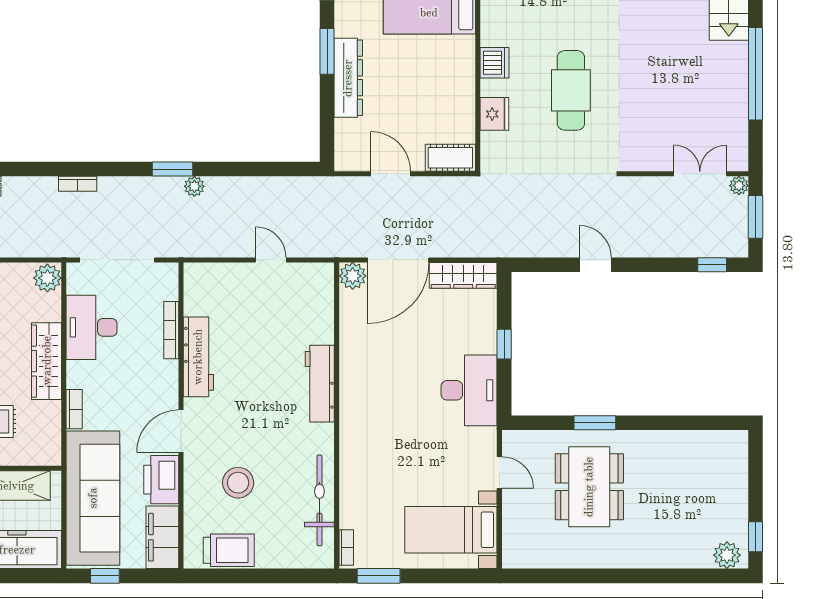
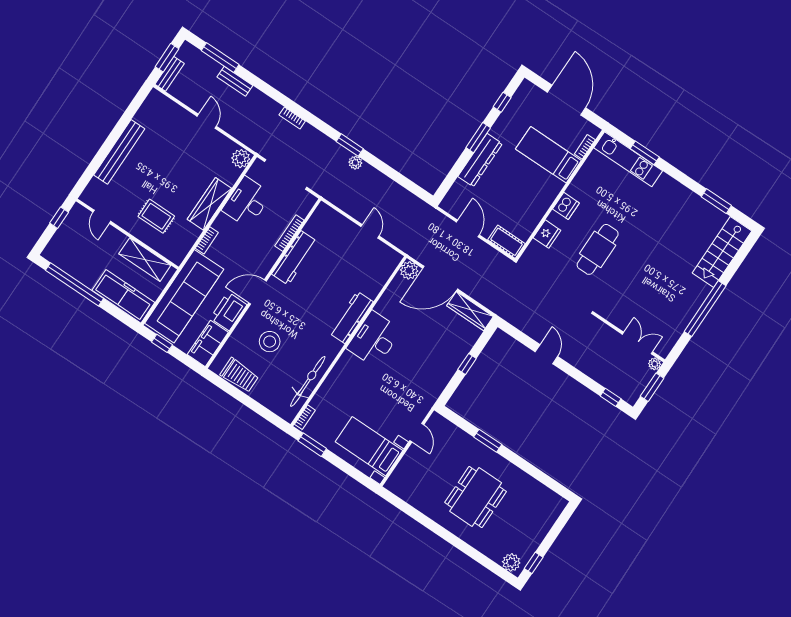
desk: (469, 390) -> (374, 339), moved, turned 180
dining table: (589, 487) -> (476, 497), moved

